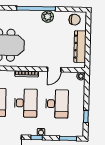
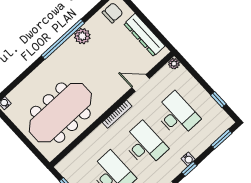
door: (54, 69) -> (141, 83), swing flipped

